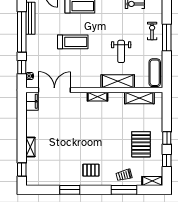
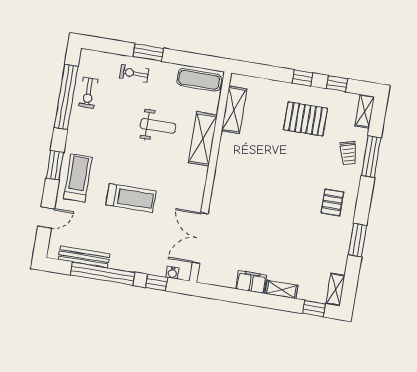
window: (167, 38) -> (148, 52), width x0.69
treadmill: (73, 42) -> (131, 198), turned 90
shelving: (97, 97) -> (335, 290), moved
filing cabinet: (32, 101) -> (251, 282), moved

